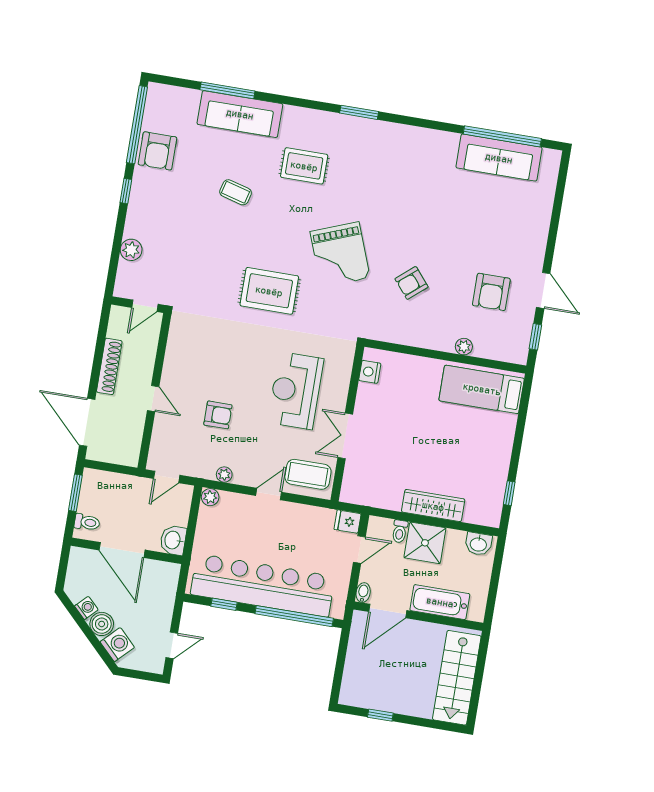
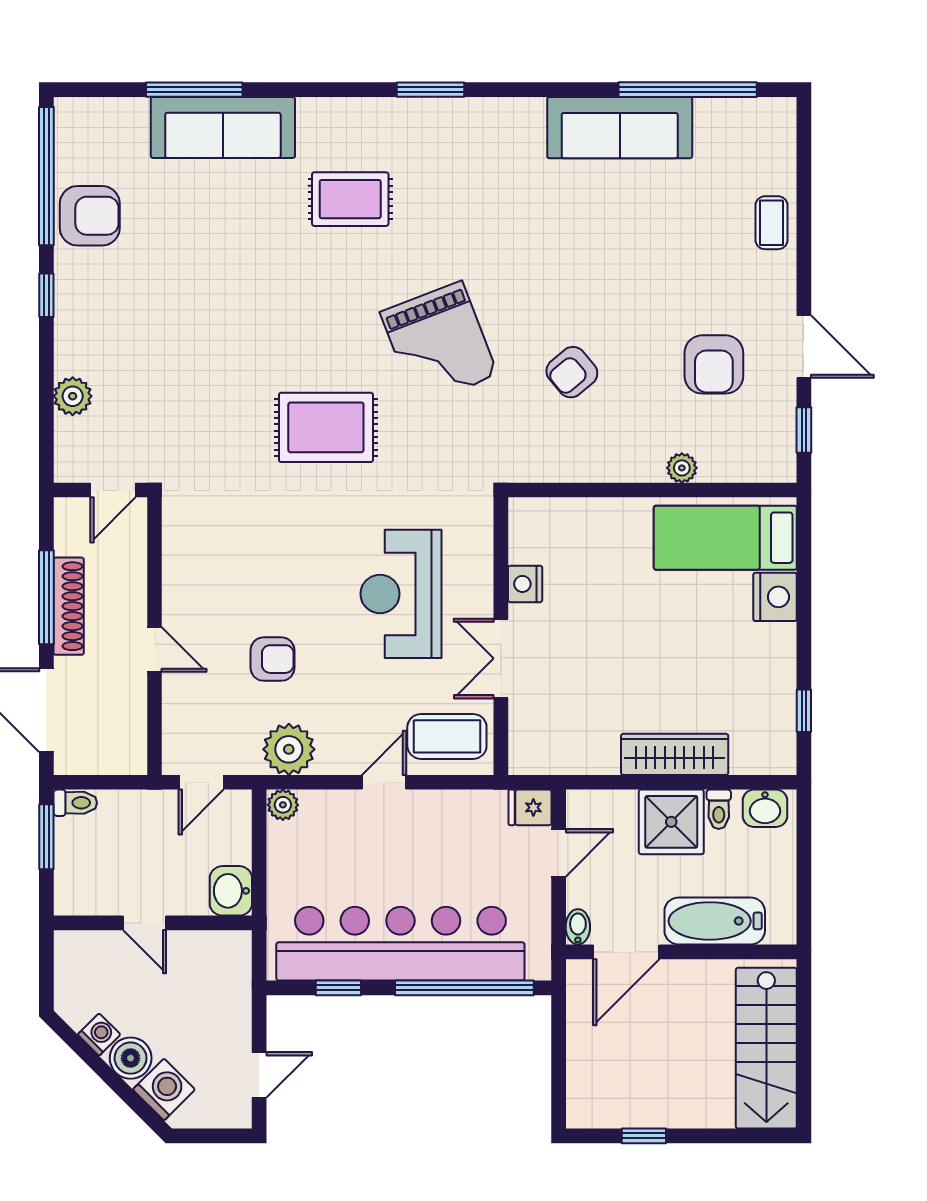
armchair: (157, 151) -> (90, 216), turned -90
sofa: (499, 158) -> (620, 128), moved
coffee table: (236, 192) -> (772, 223), moved, turned 75
window: (98, 359) -> (46, 597), added
nightstand: (370, 372) -> (525, 584), moved
nightstand: (504, 427) -> (775, 597), added
plant: (224, 475) -> (289, 749), width x1.88, depth x1.88
toilet: (87, 522) -> (75, 803), moved
toilet: (400, 531) -> (719, 809), moved
door: (122, 550) -> (145, 923), width x0.53

